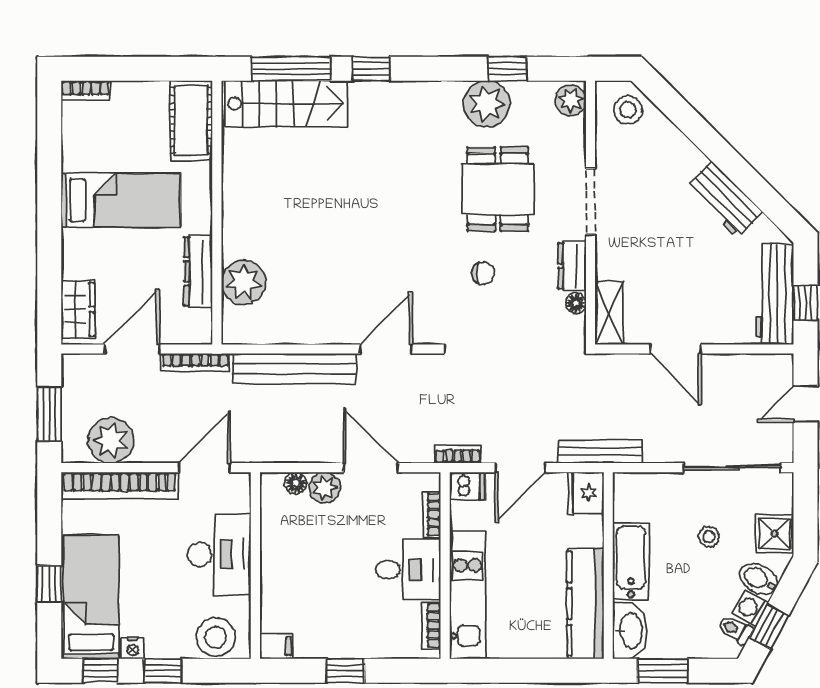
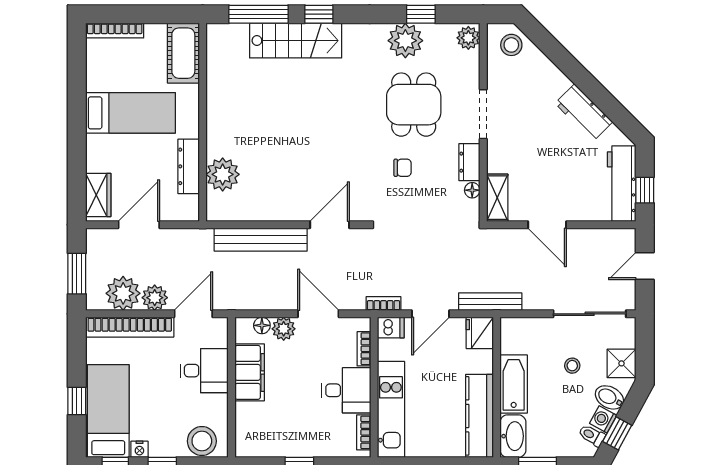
bookcase: (86, 90) -> (115, 31), width x1.56
stairs: (286, 104) -> (296, 41), moved
bookcase: (195, 362) -> (187, 235), removed
plant: (153, 446) -> (155, 298), added
desk: (219, 554) -> (204, 371), width x0.73
filing cabinet: (277, 646) -> (250, 372), moved, width x3.00, depth x1.17

